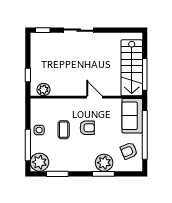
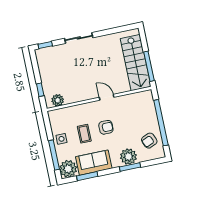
sofa: (132, 116) -> (94, 163), moved, turned 90

